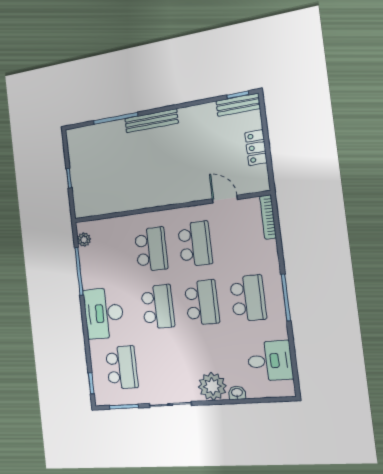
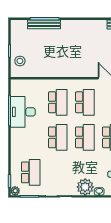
bench: (151, 121) -> (44, 24), moved
stool: (86, 191) -> (20, 61), added
plant: (84, 240) -> (15, 191), moved
desk: (104, 313) -> (23, 112), moved

